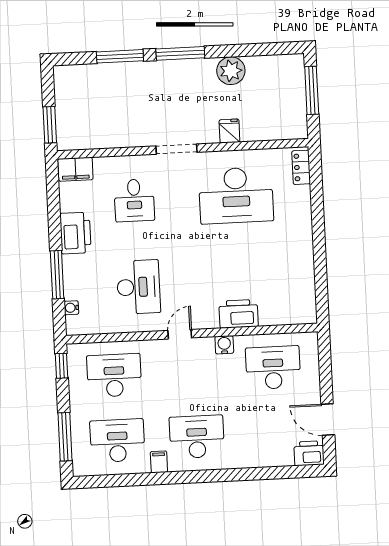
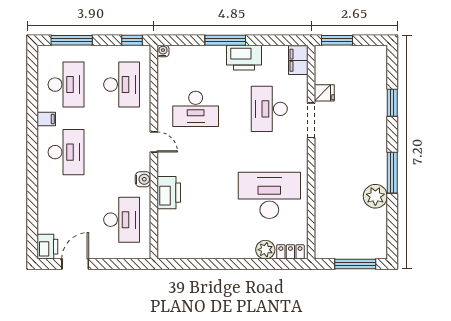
window: (180, 53) -> (392, 173), moved
window: (120, 56) -> (392, 103), width x0.69
fridge: (229, 131) -> (324, 93), moved
doorway: (176, 149) -> (311, 120), moved
desk: (236, 195) -> (269, 195), turned 90
plant: (300, 197) -> (265, 250), added
desk: (134, 200) -> (269, 109), width x1.37
window: (57, 275) -> (225, 40), moved
water cooler: (71, 308) -> (163, 51), moved

